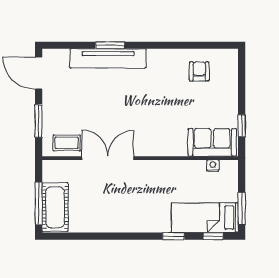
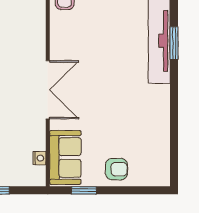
armchair: (199, 71) -> (116, 169), moved
double door: (108, 158) -> (48, 90), moved

